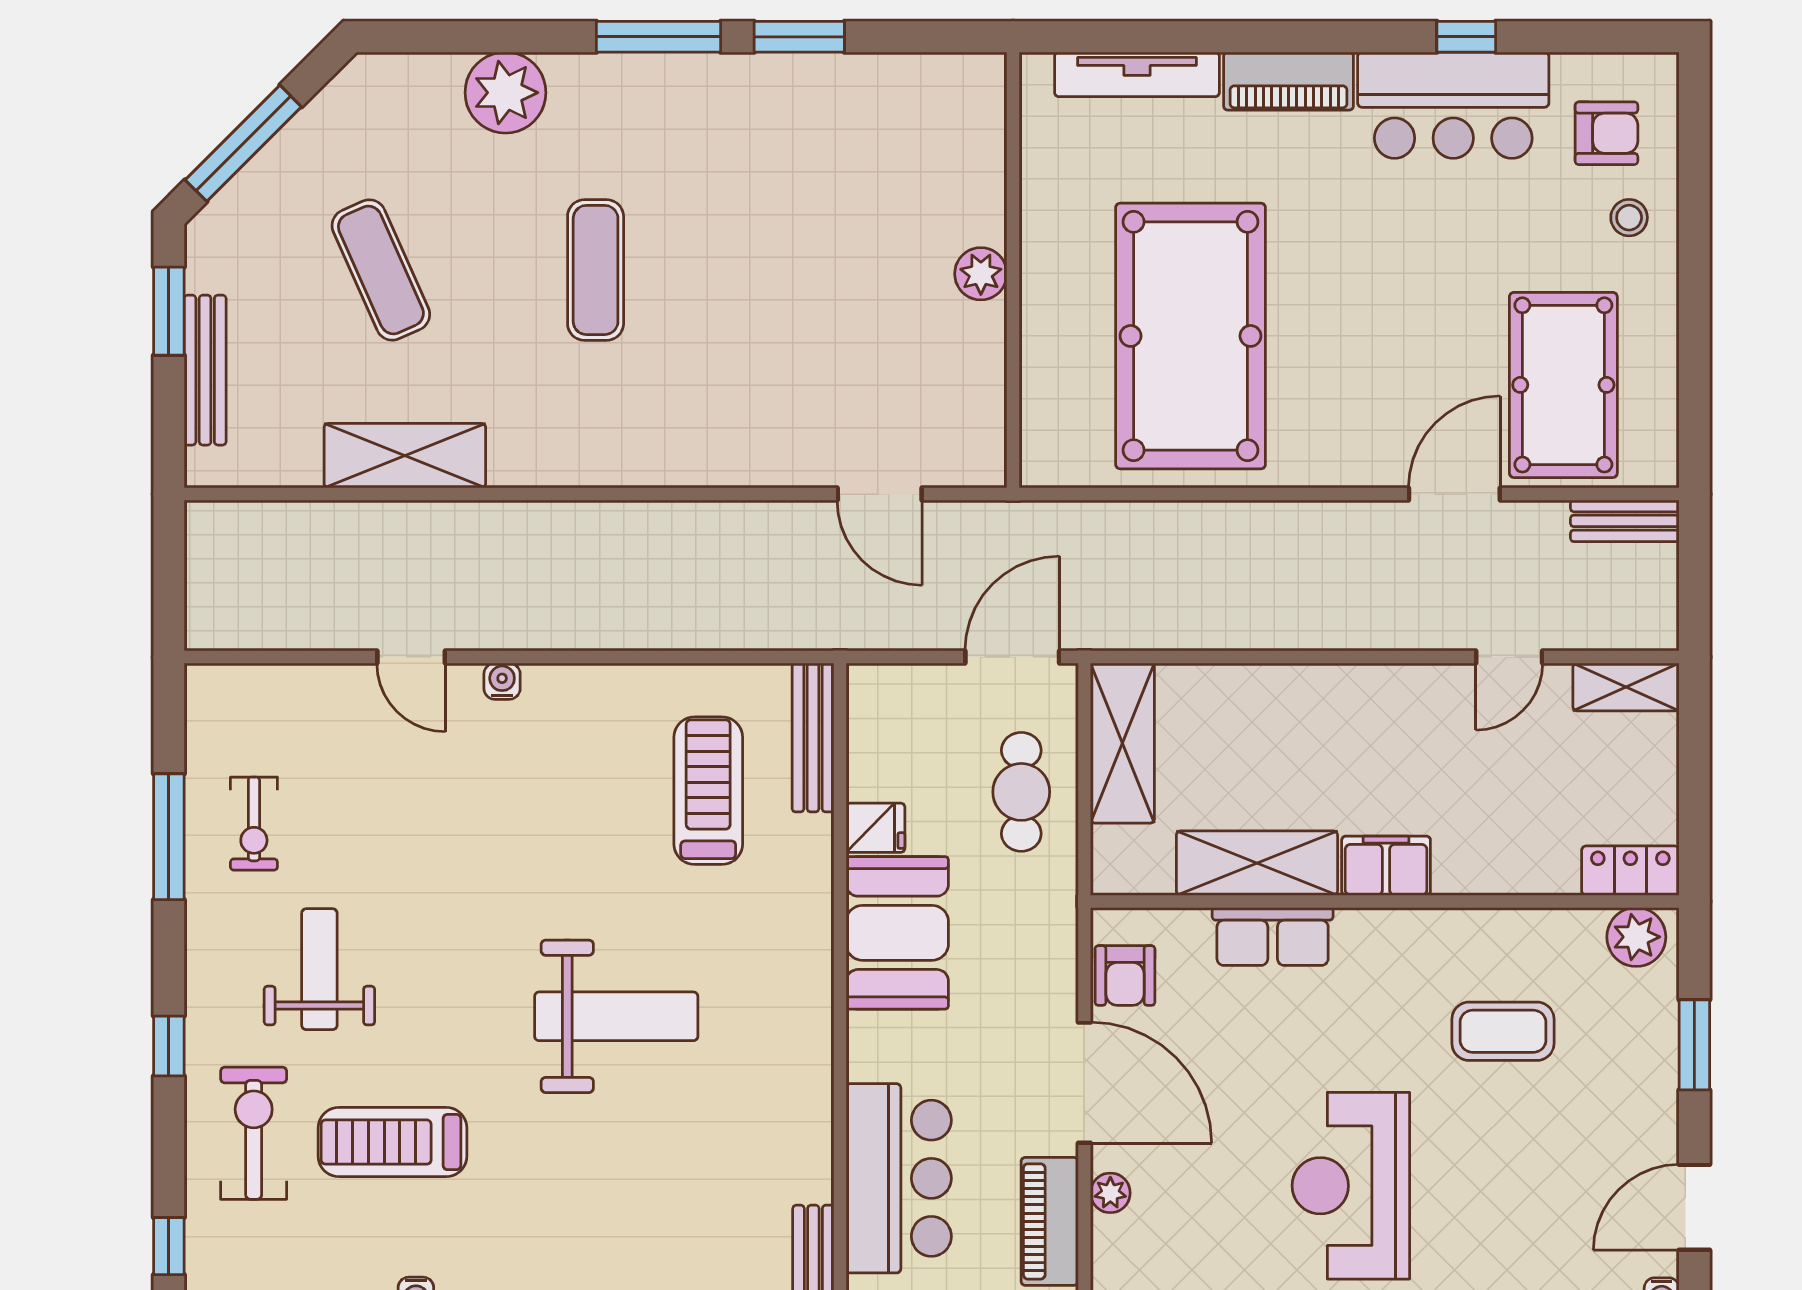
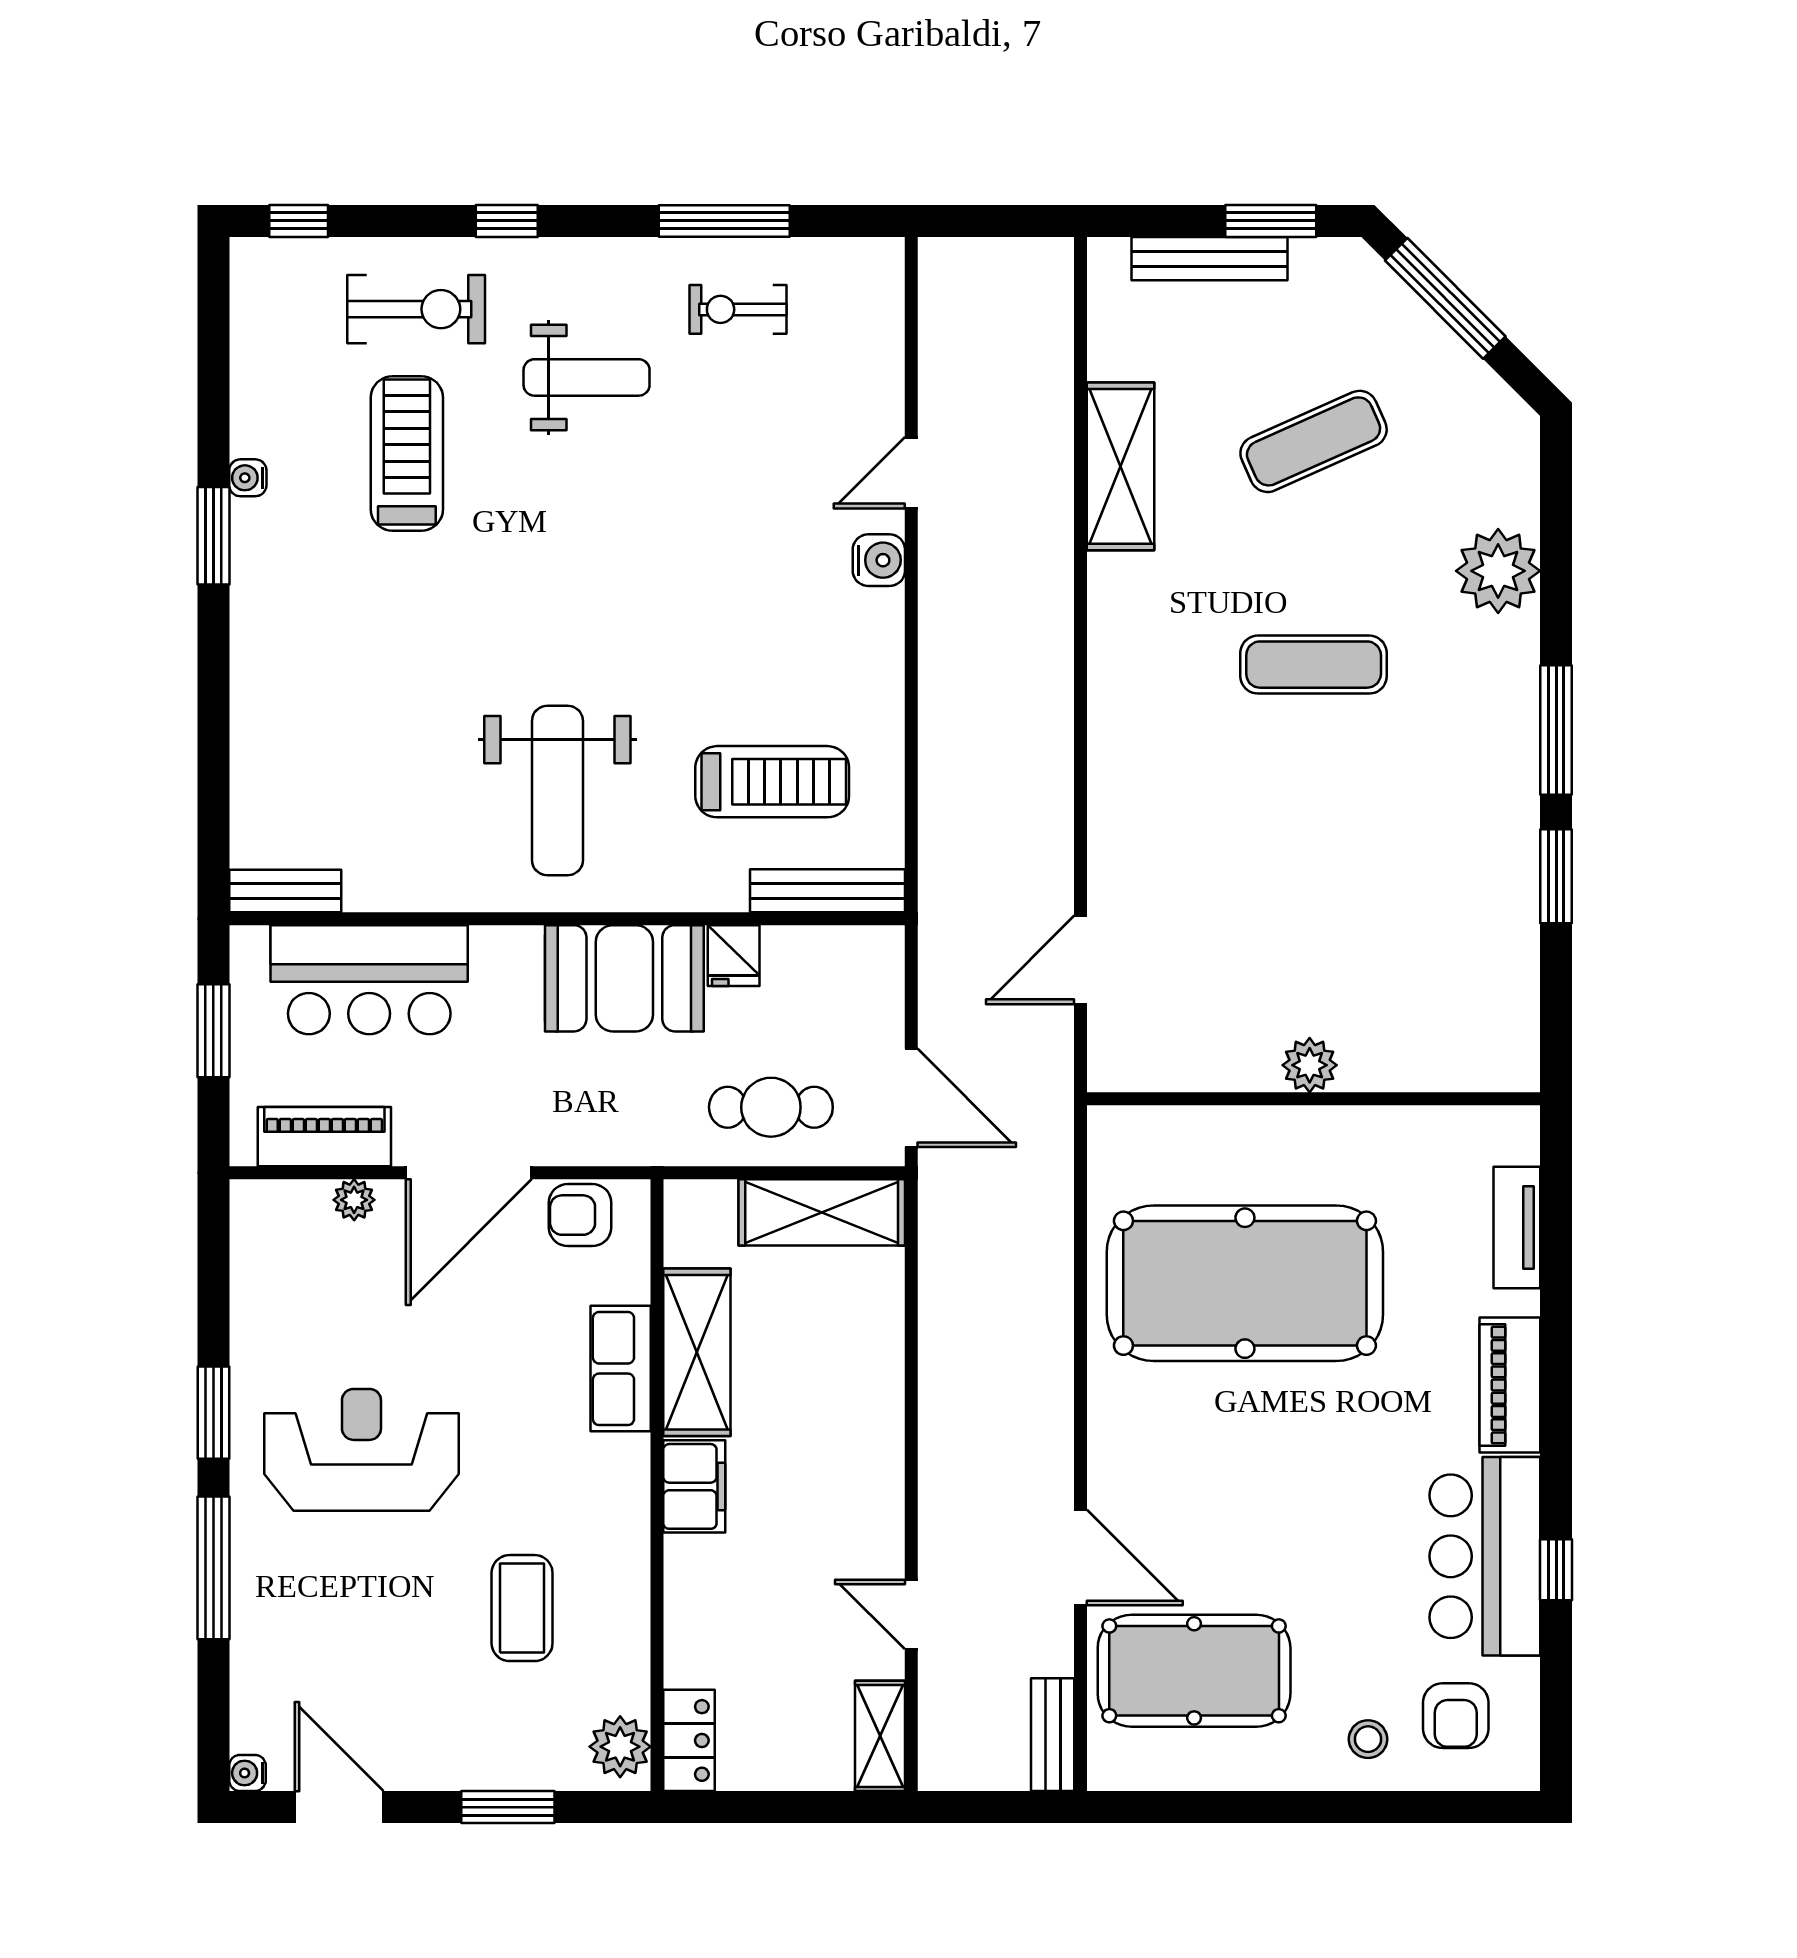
tv unit: (1137, 74) -> (1517, 1228), width x0.71
water cooler: (502, 681) -> (879, 560), width x1.38, depth x1.38
weight bench: (616, 1016) -> (557, 791), moved

